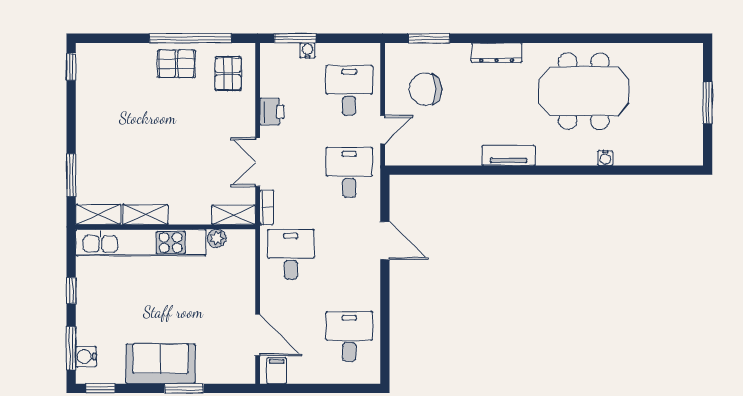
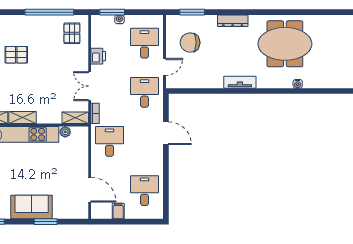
pallet: (176, 64) -> (16, 55), moved
filing cabinet: (277, 371) -> (118, 211), moved

